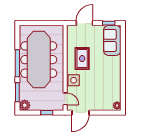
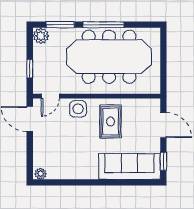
sofa: (112, 40) -> (129, 166), width x1.36
rug: (82, 59) -> (111, 121), turned 90

